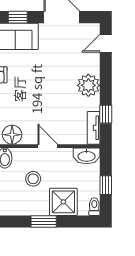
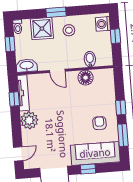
tv unit: (94, 128) -> (23, 93), width x1.41
stool: (33, 179) -> (69, 30), moved

